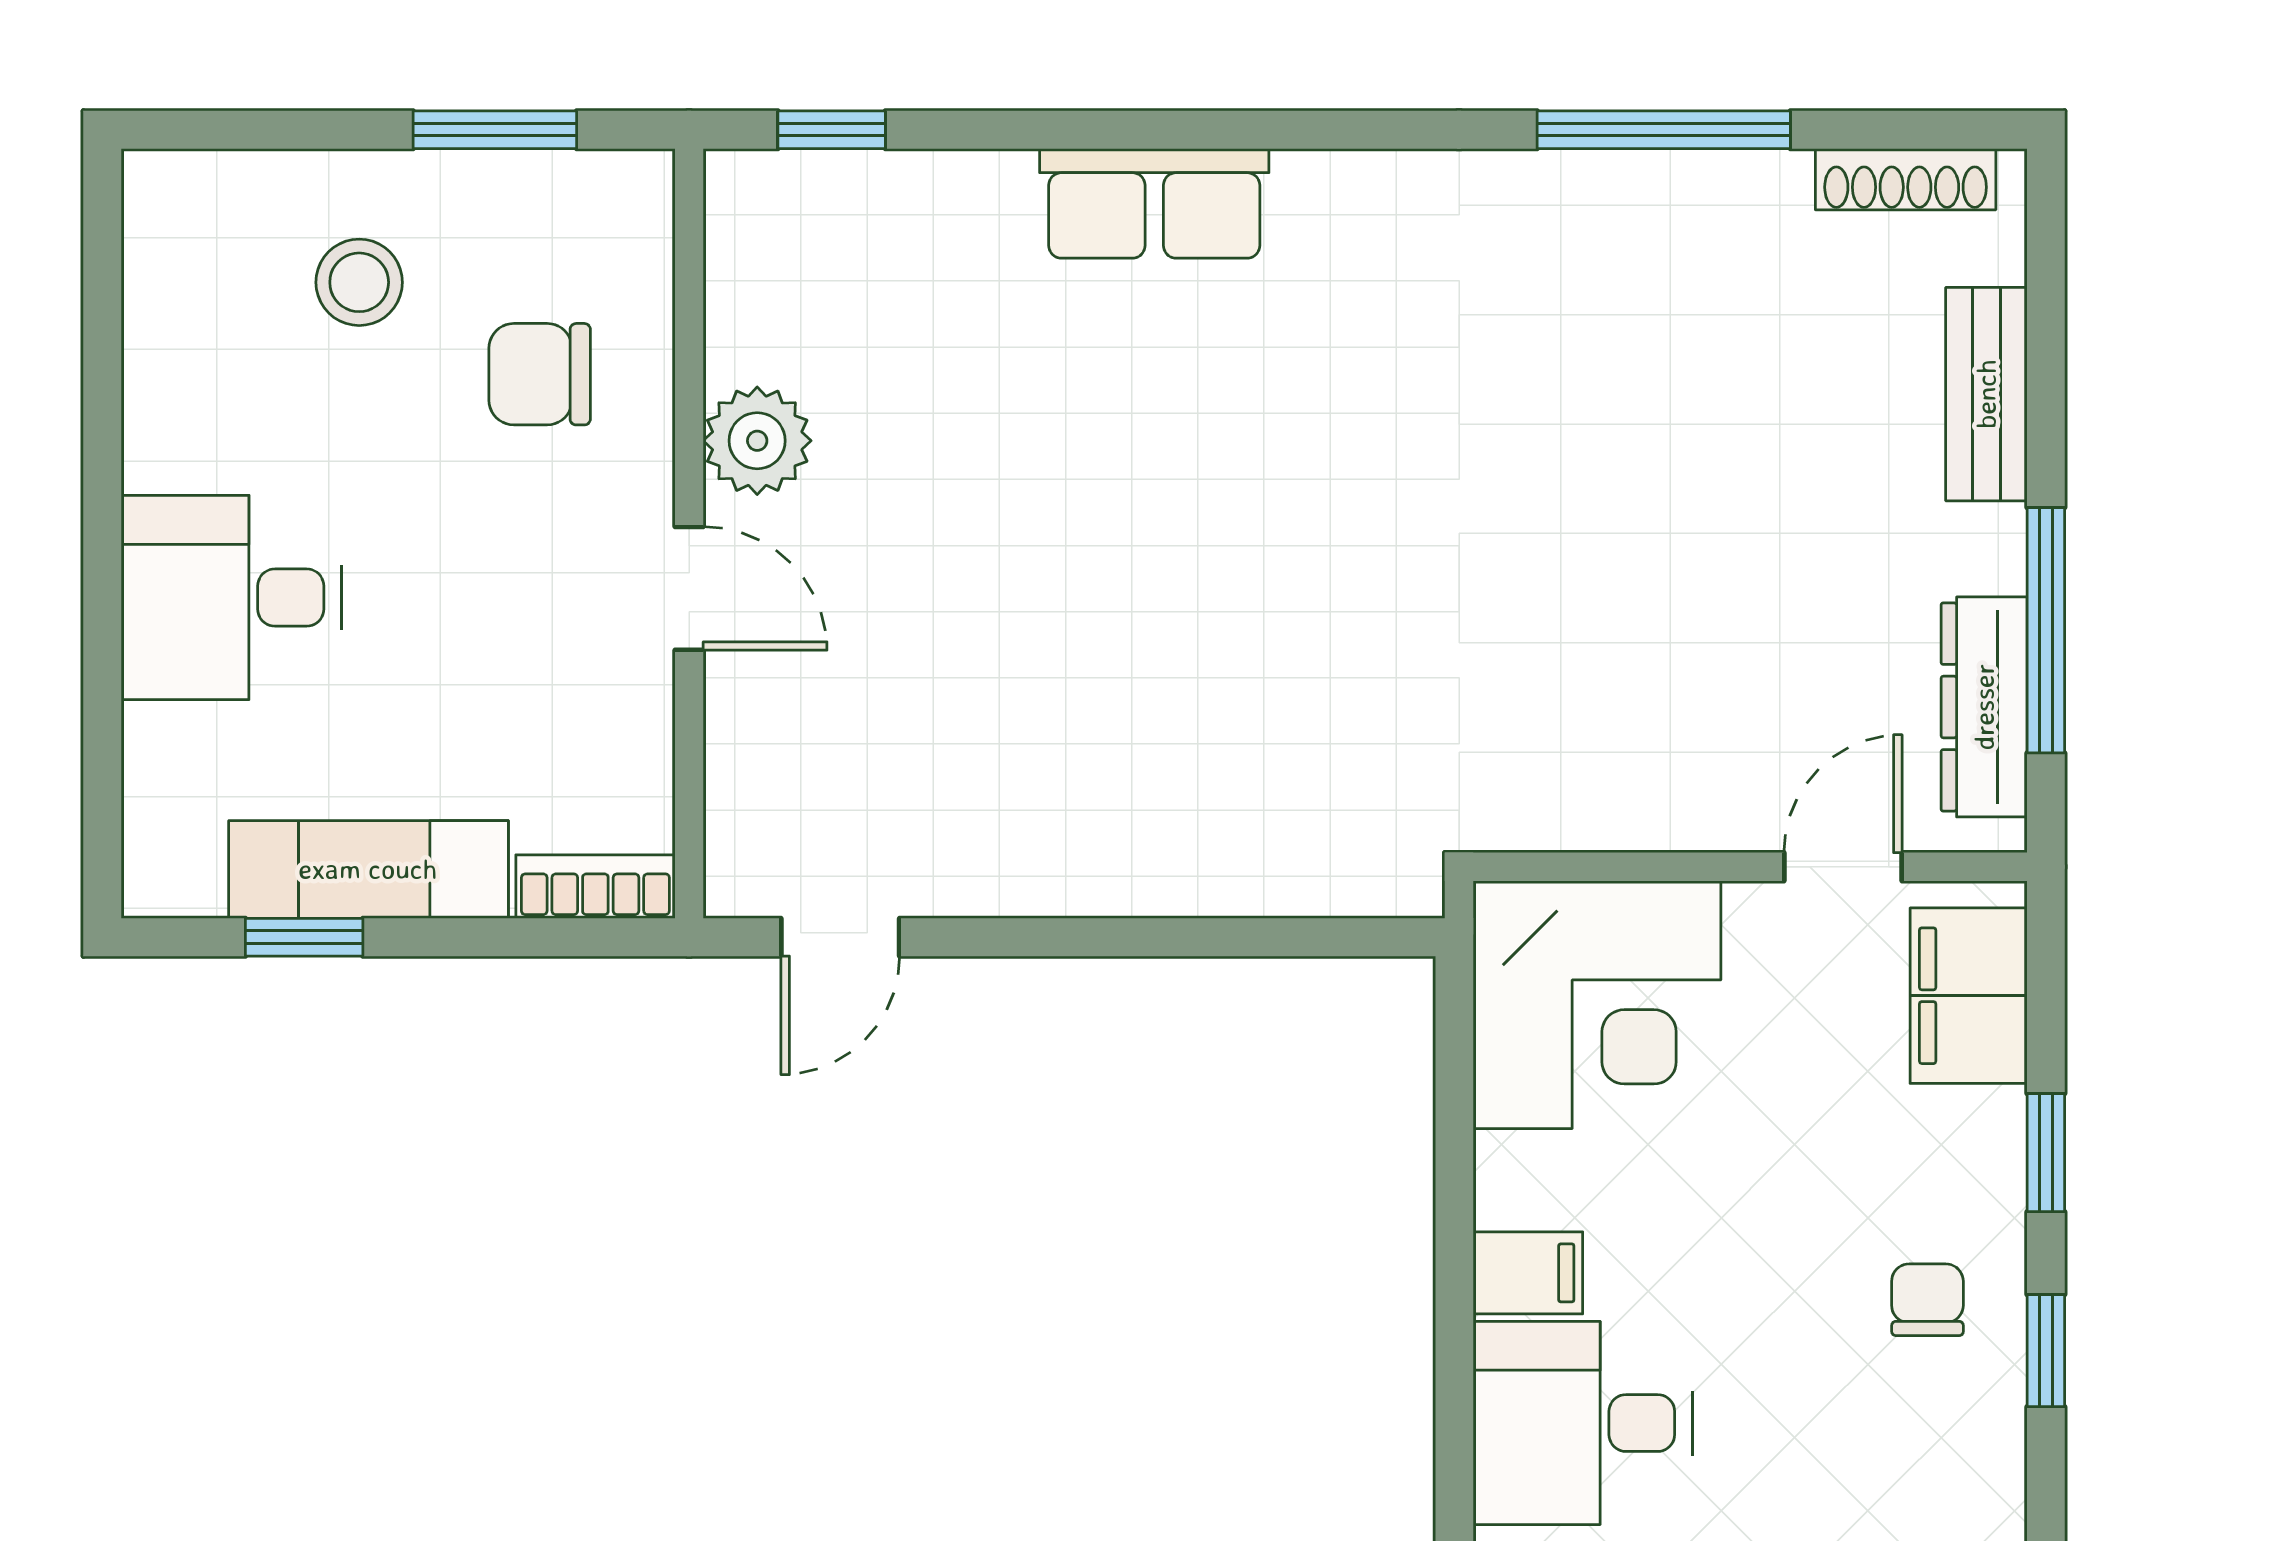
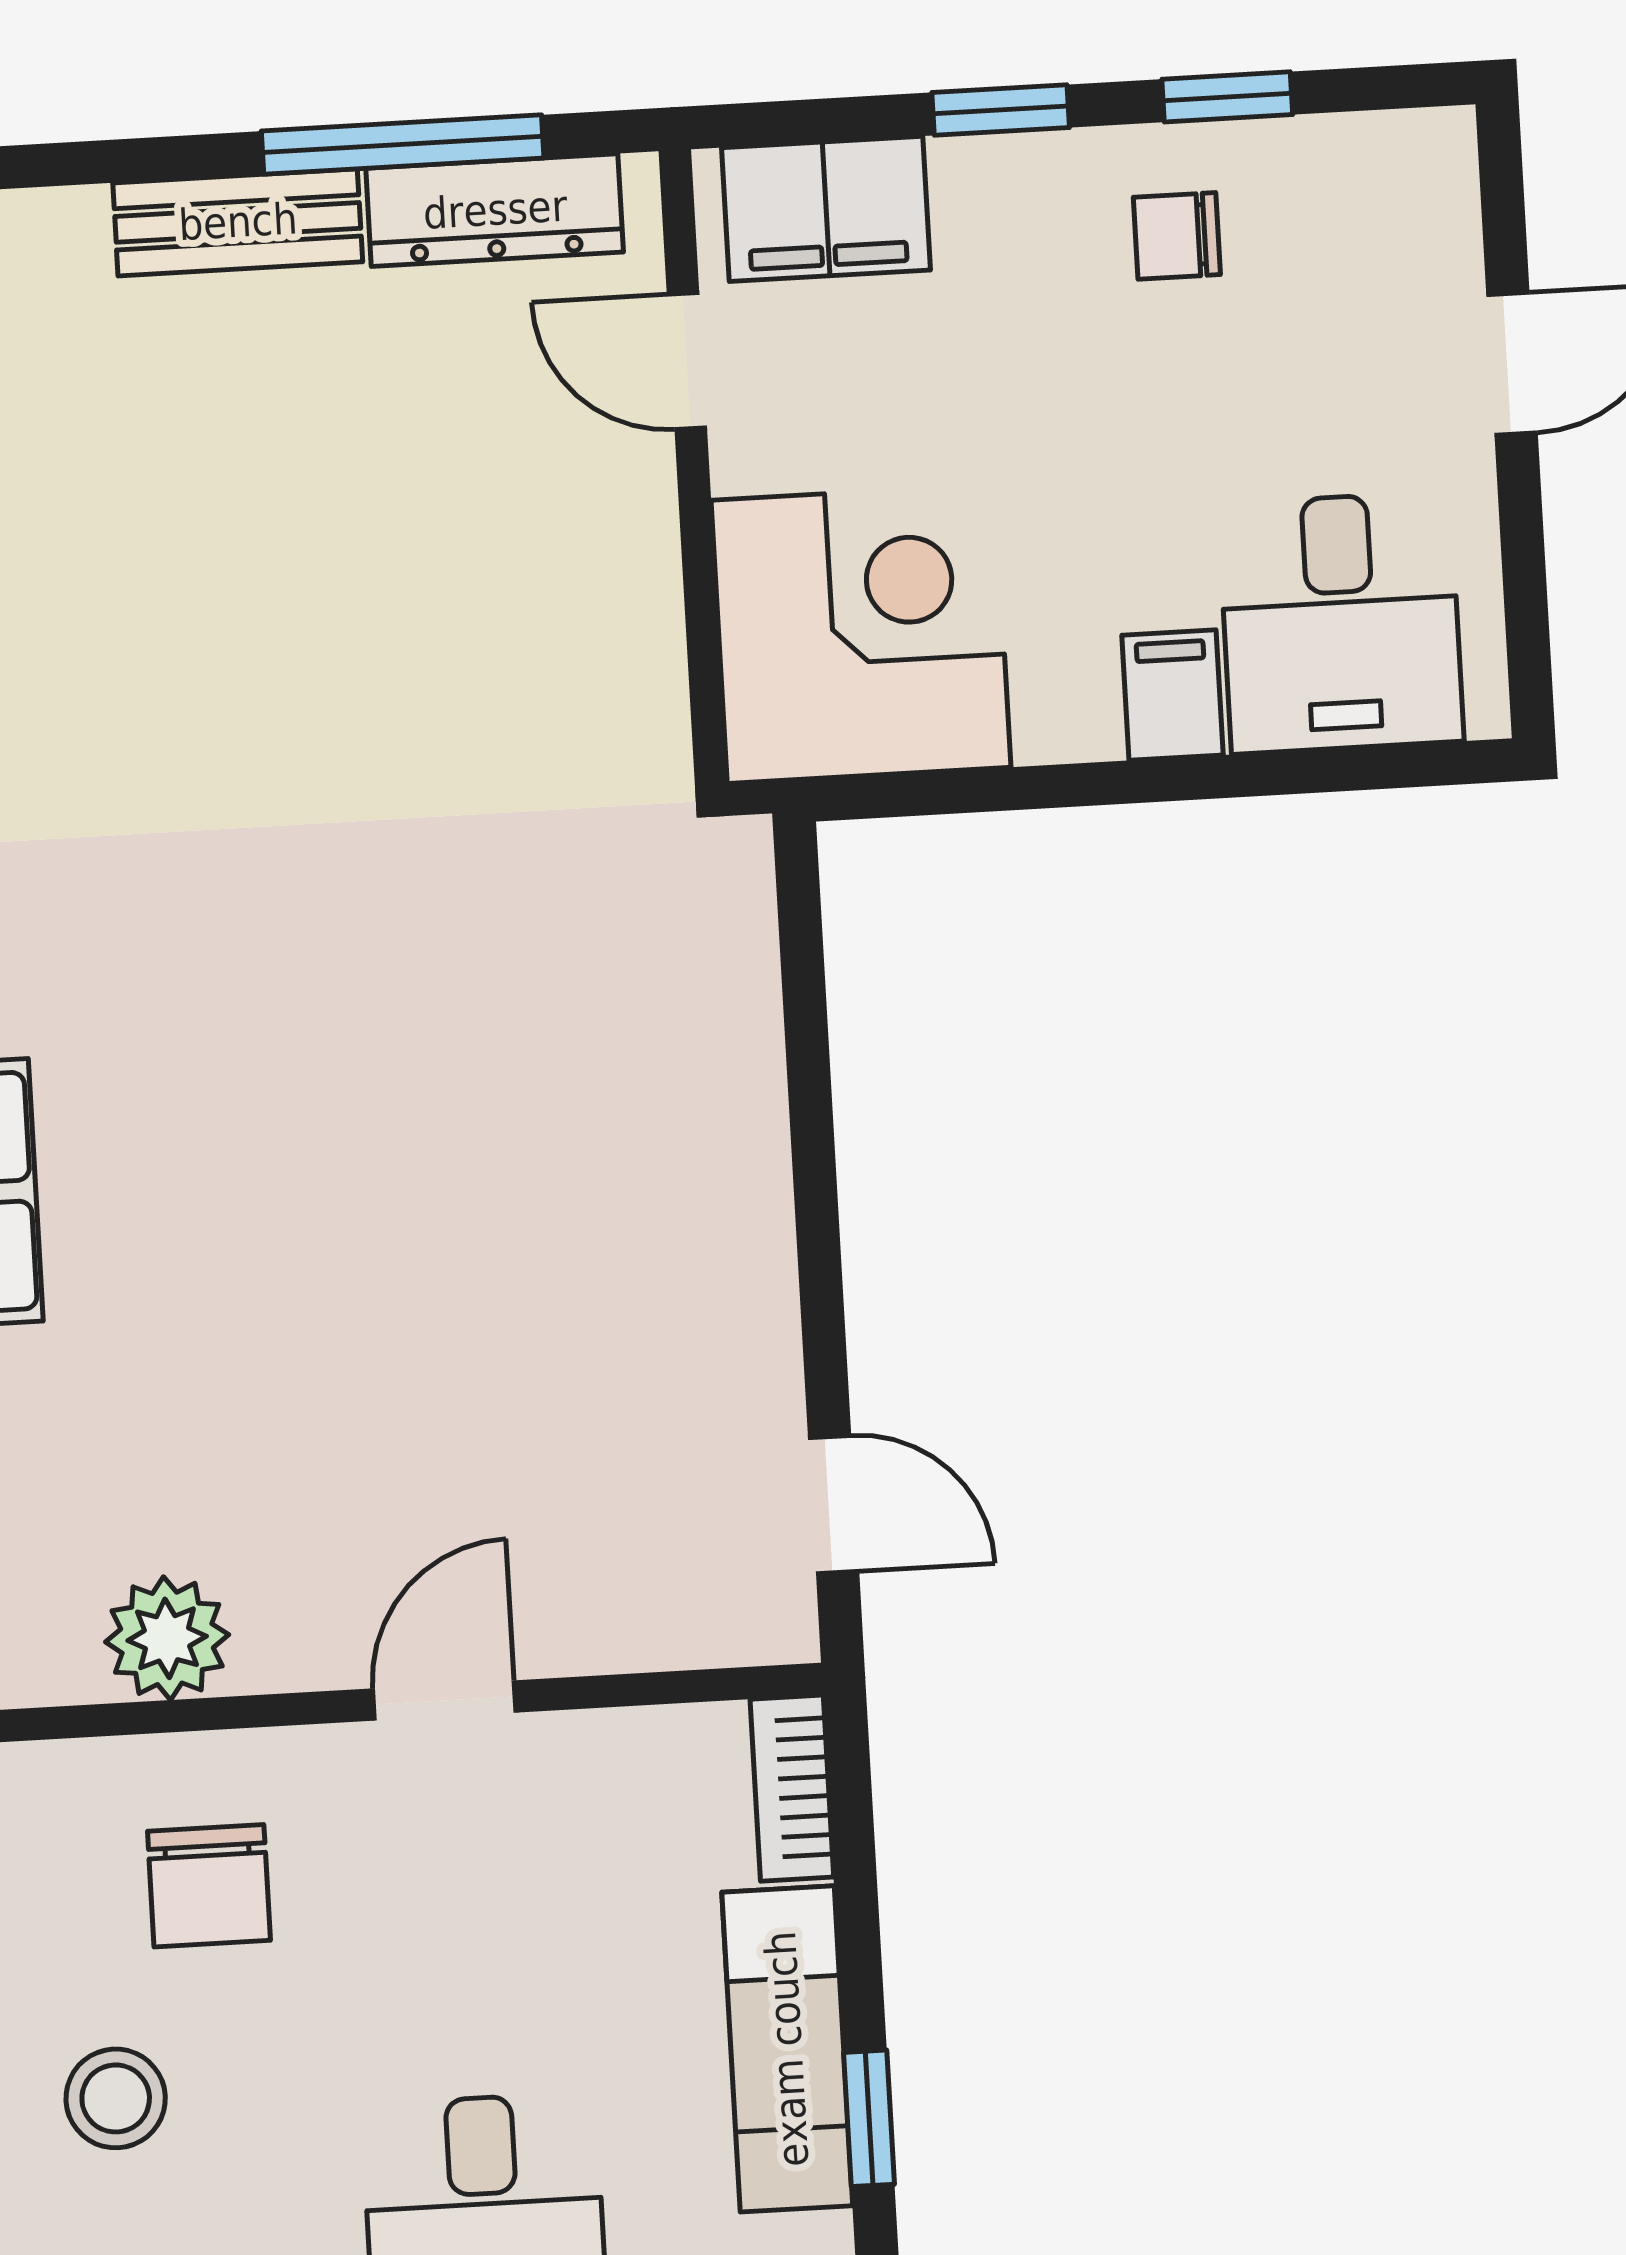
bench: (1986, 394) -> (238, 222), moved
plant: (757, 441) -> (167, 1638), moved

